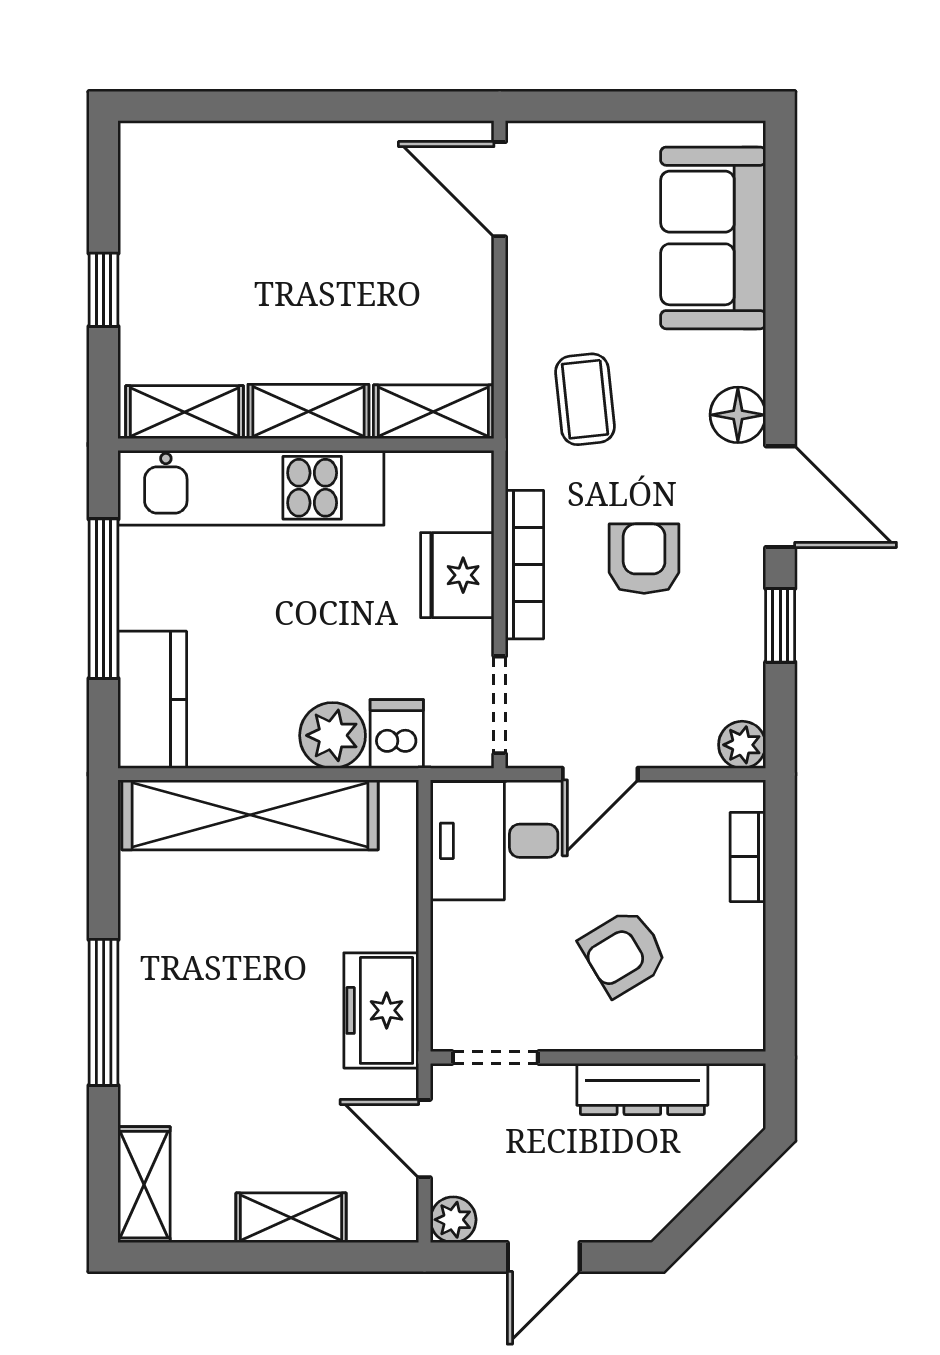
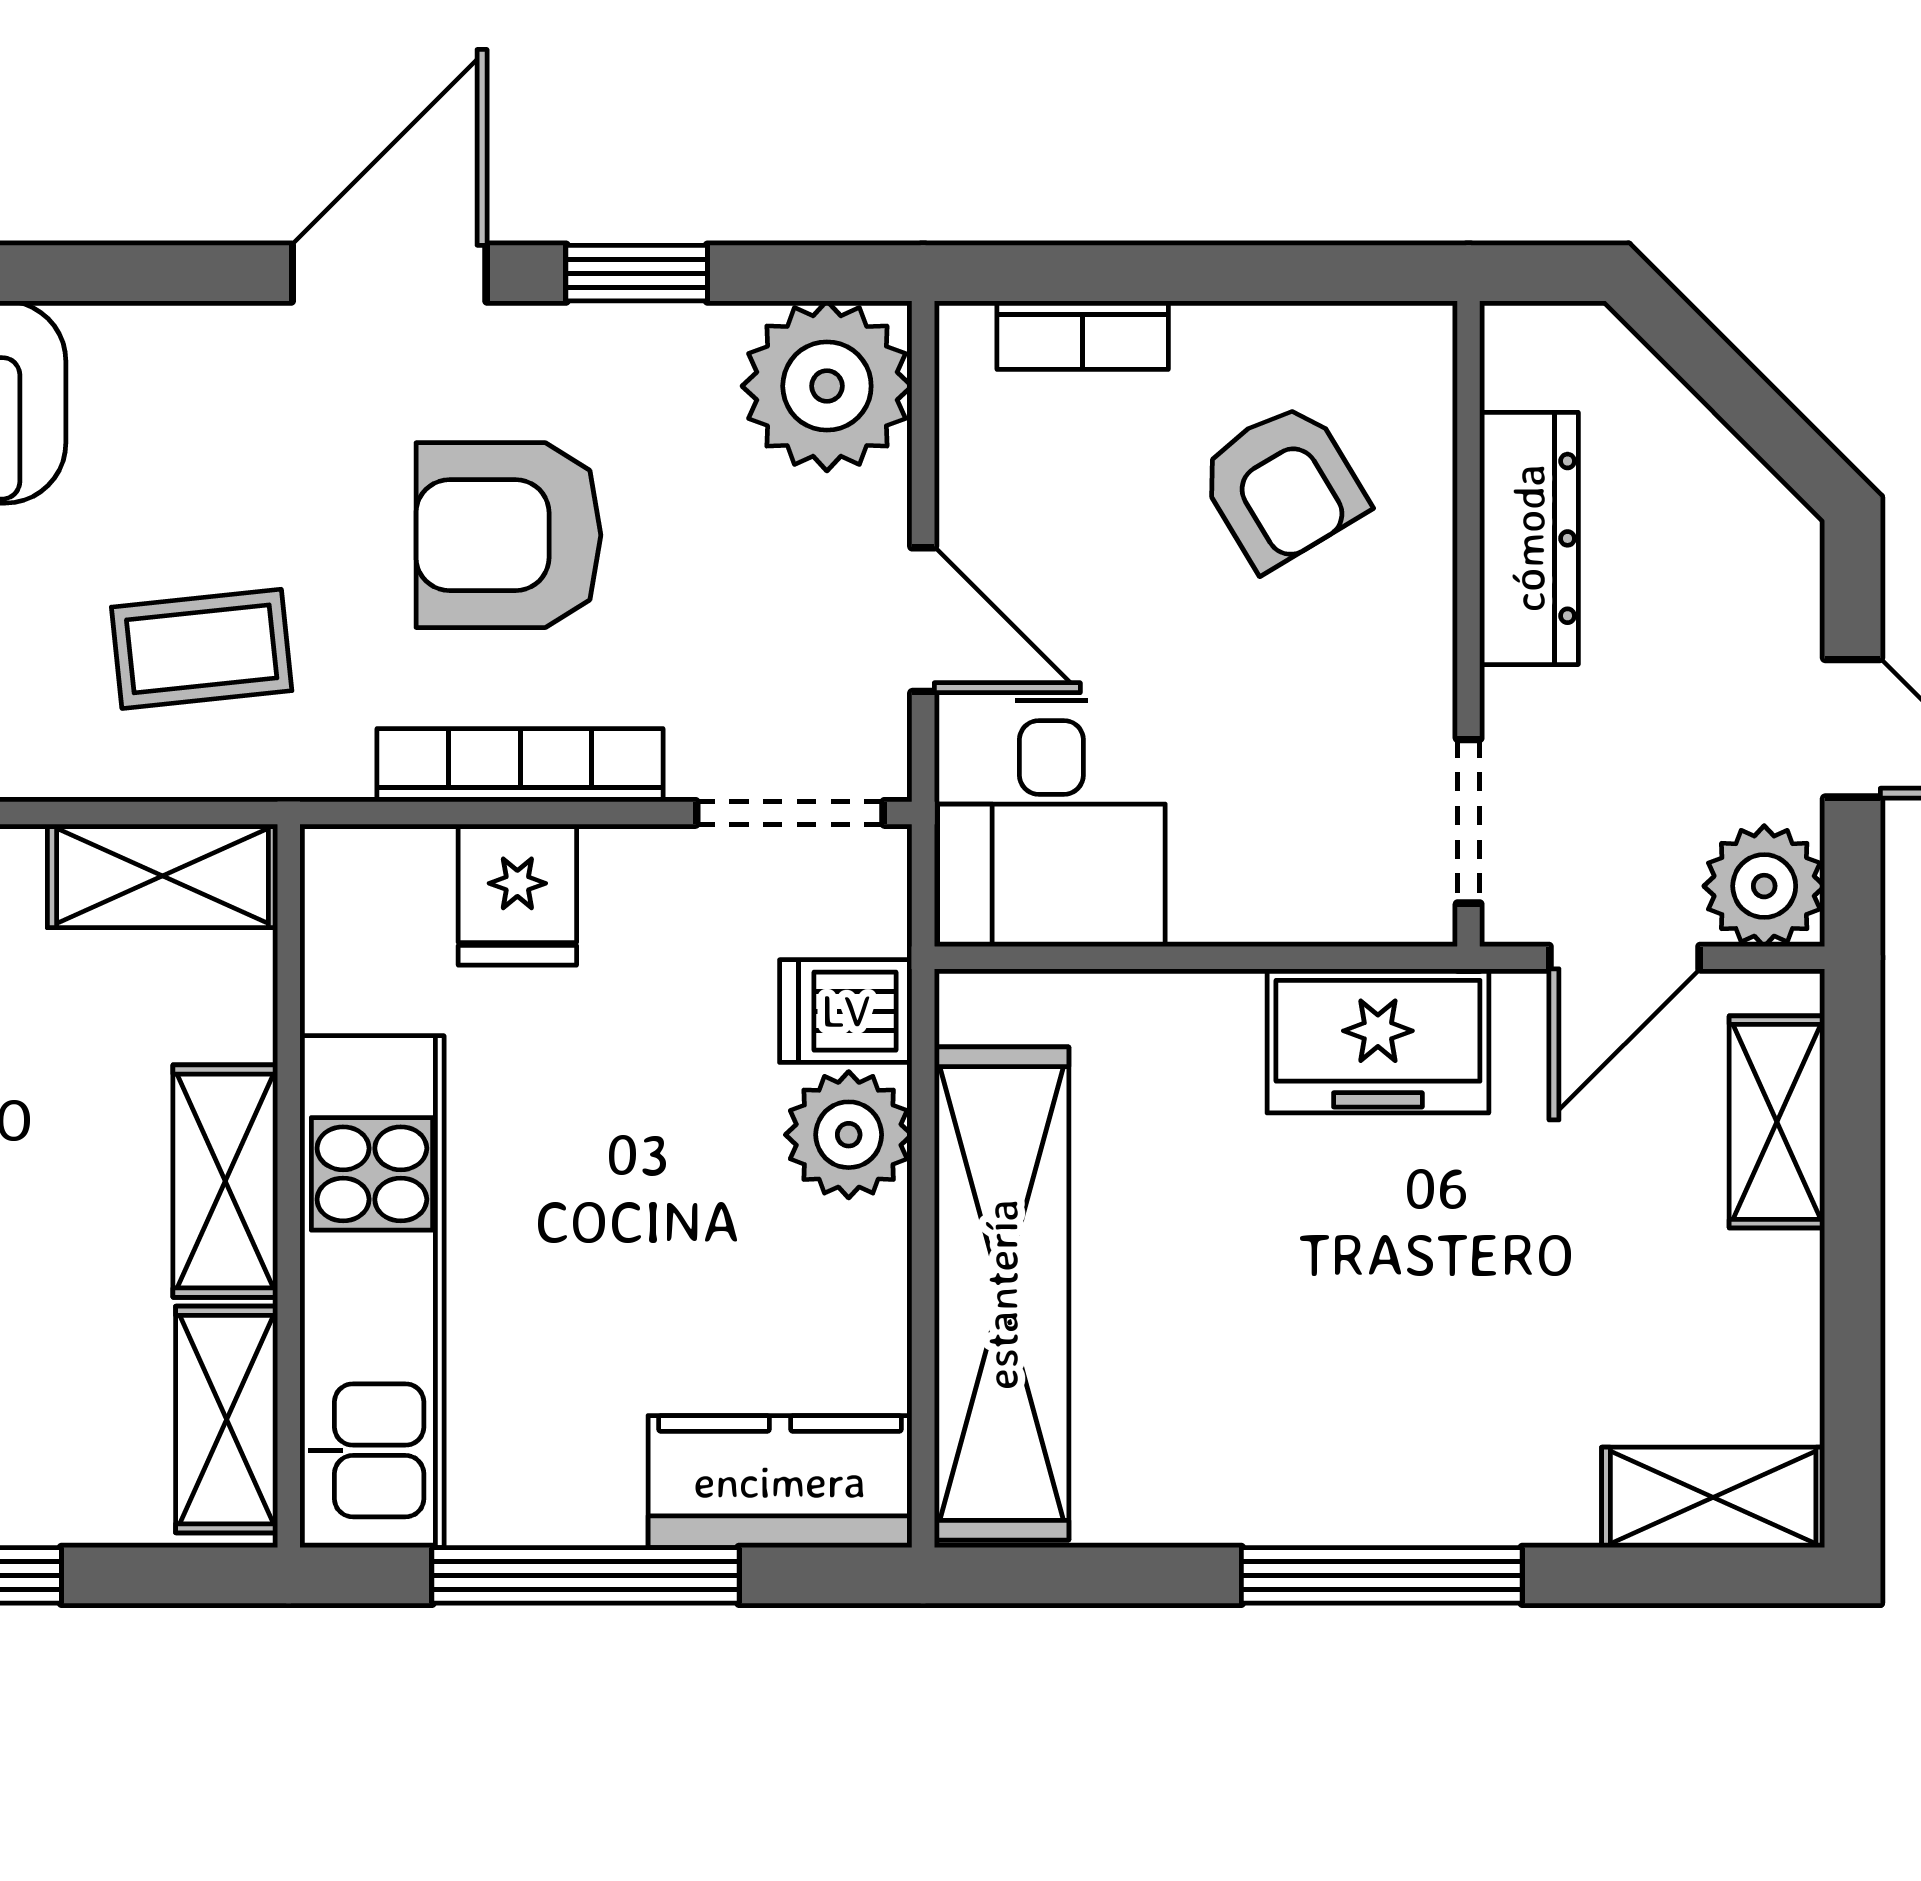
shelving: (433, 412) -> (162, 876), moved, turned 90
floor lamp: (738, 415) -> (232, 355), removed
armchair: (644, 559) -> (508, 535), width x1.38, depth x1.38
fridge: (457, 575) -> (517, 895), width x0.72
plant: (742, 745) -> (827, 386), width x1.88, depth x1.88
armchair: (624, 953) -> (1282, 486), moved
shelving: (291, 1218) -> (1777, 1122), moved
plant: (453, 1220) -> (1764, 886), width x1.38, depth x1.38

